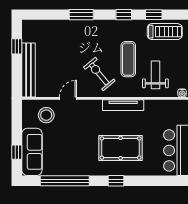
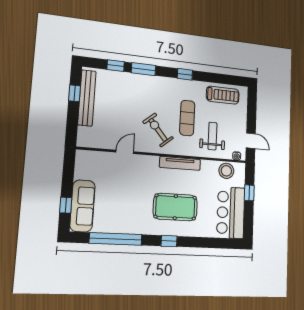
window: (154, 15) -> (116, 66), moved
bench: (29, 70) -> (87, 98), moved
stool: (46, 115) -> (226, 171), moved

